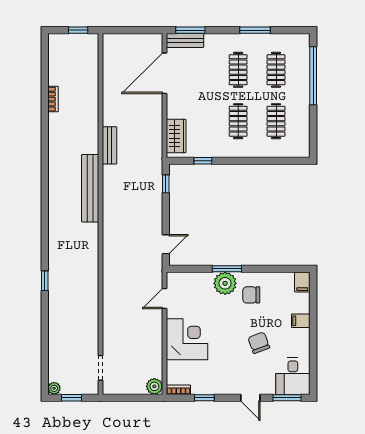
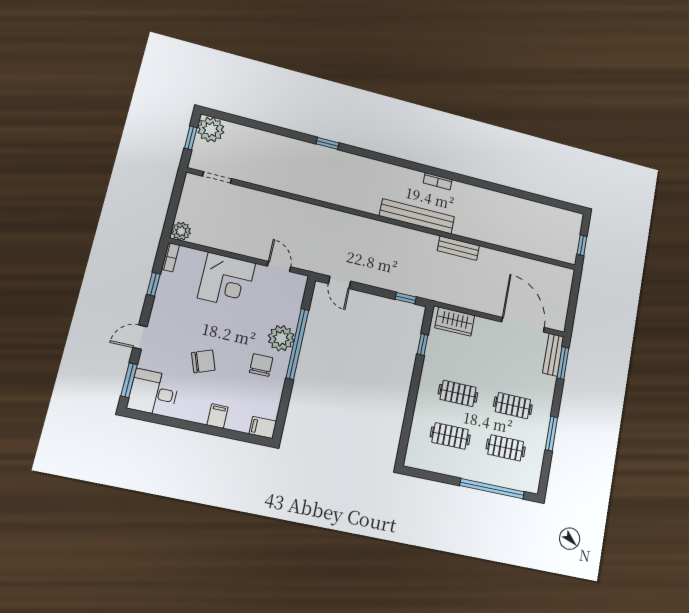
bookcase: (53, 99) -> (438, 181), moved
window: (227, 269) -> (297, 344), width x2.11
plant: (54, 388) -> (211, 130), width x1.88, depth x1.88

